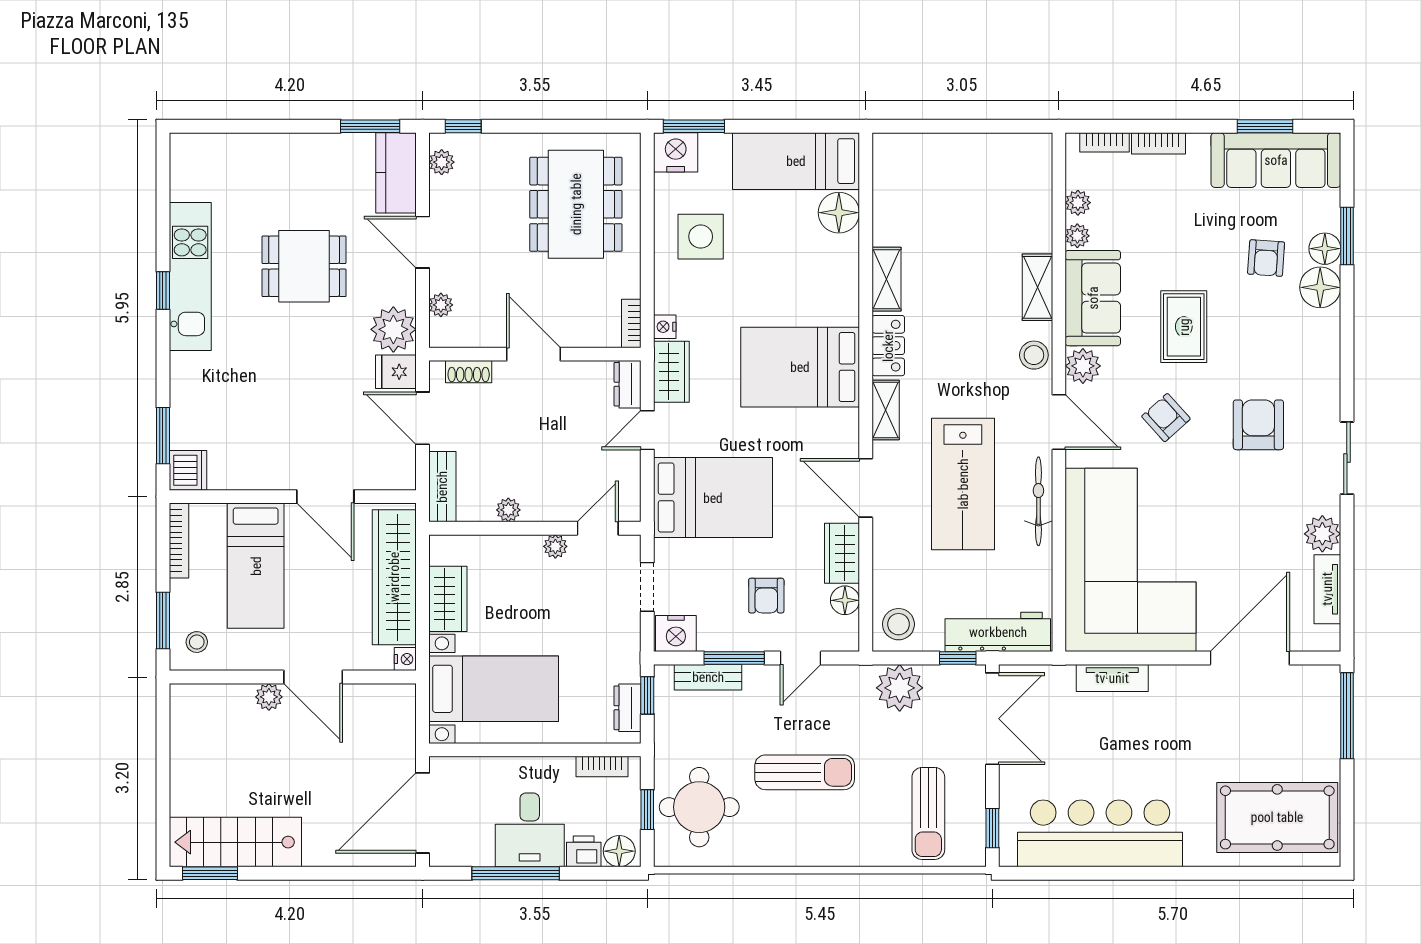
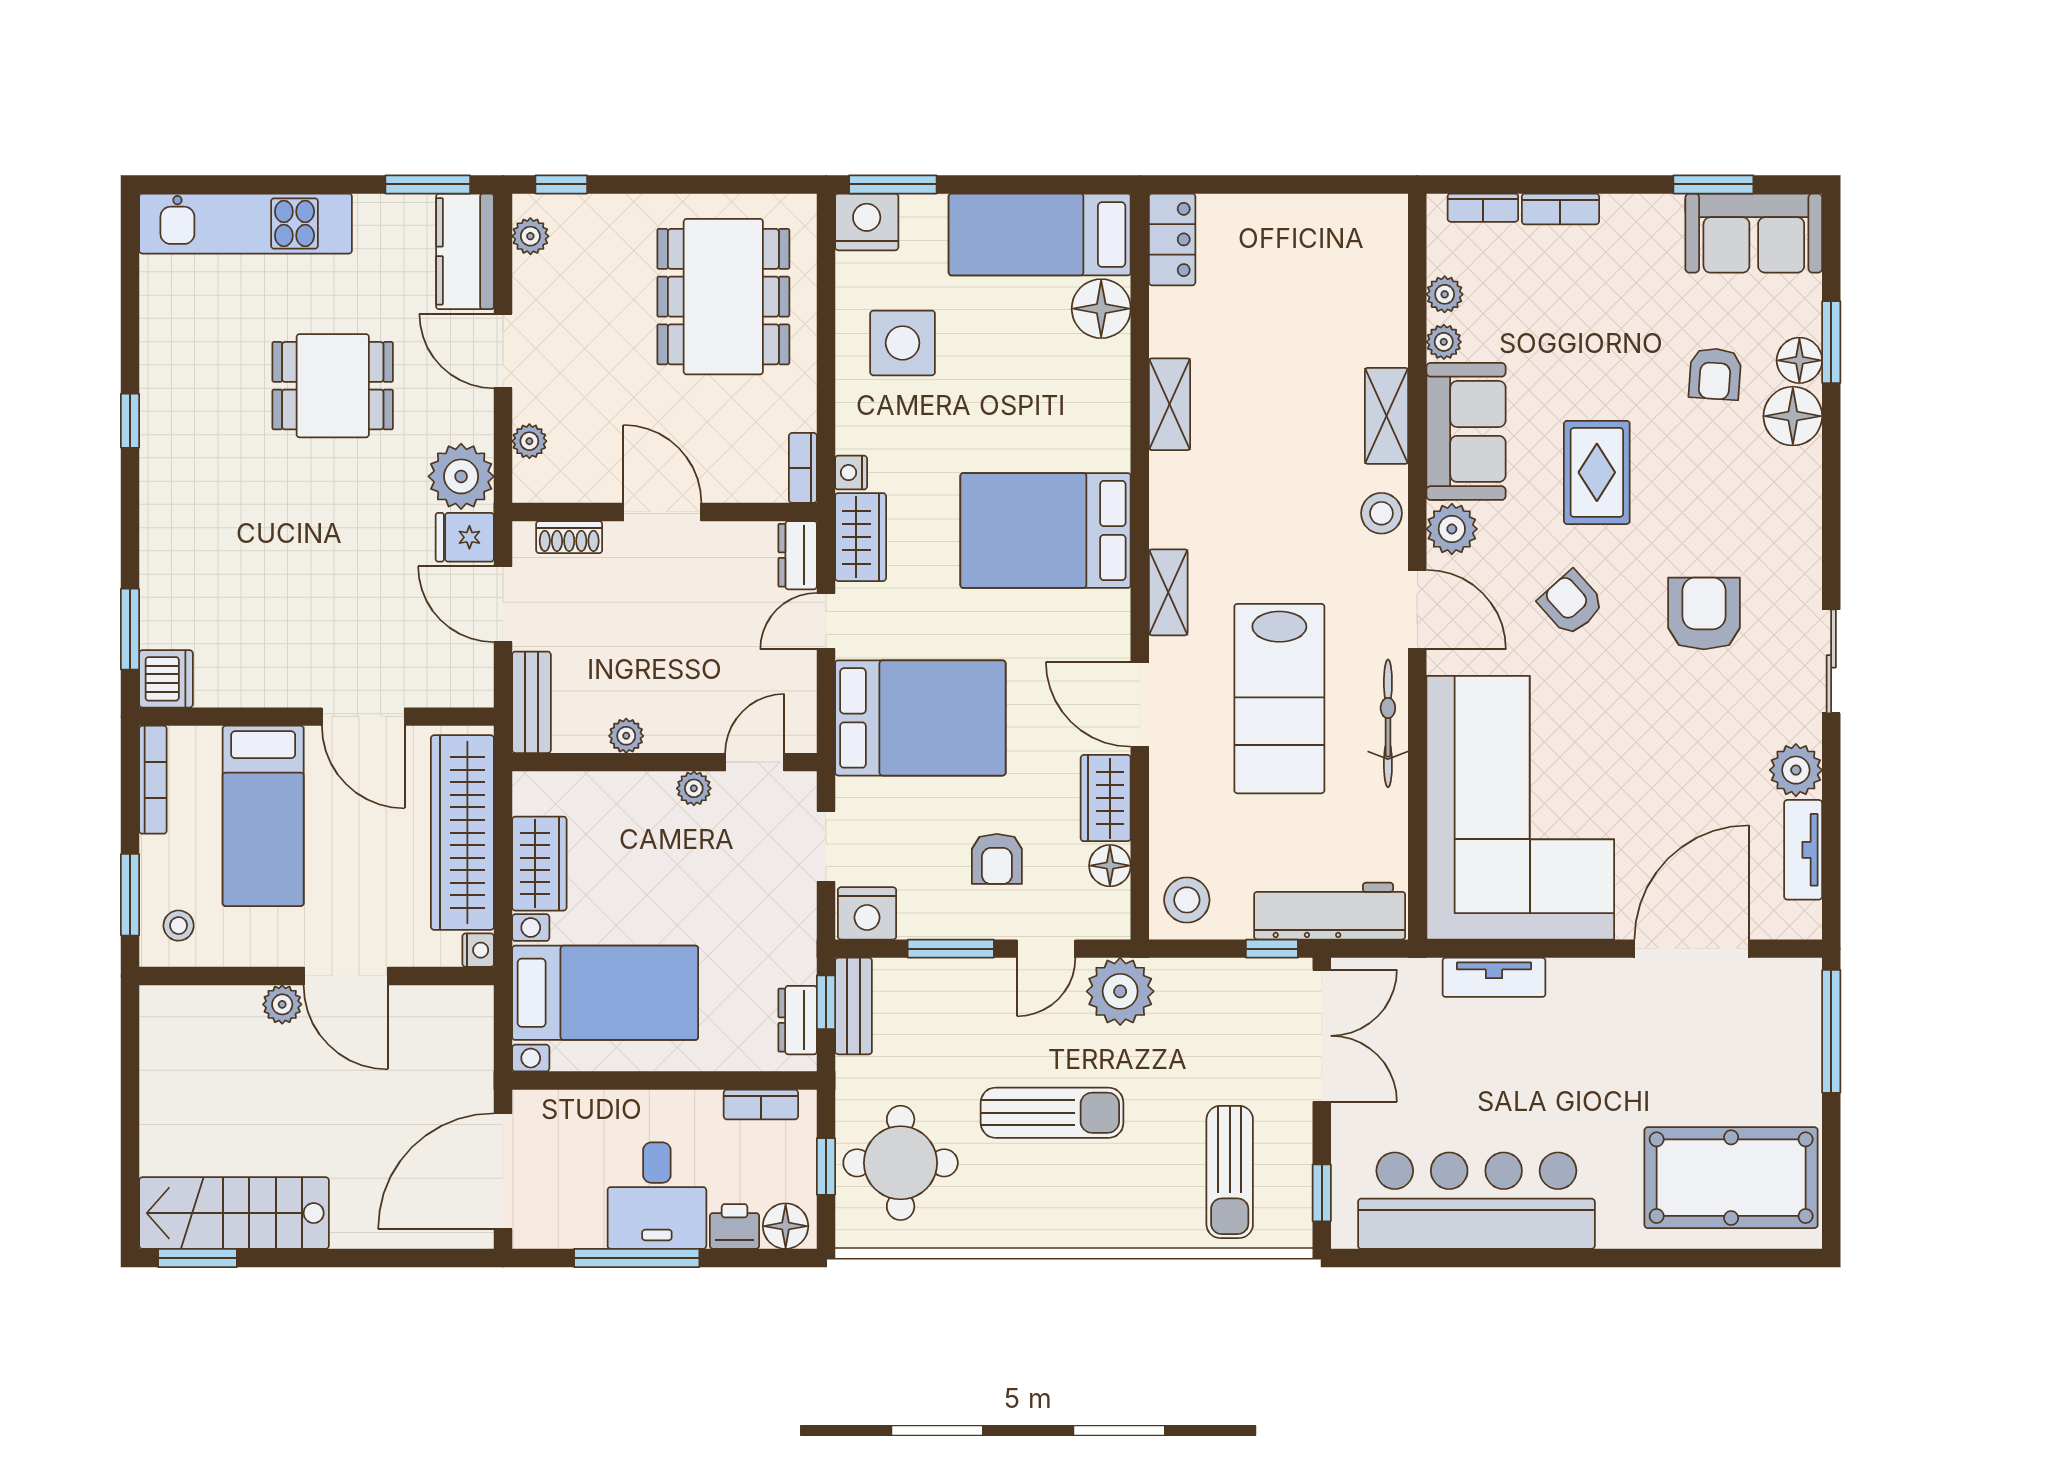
sofa: (1276, 160) -> (1754, 233), width x0.73
kitchen unit: (190, 276) -> (246, 224), moved, turned 90
locker: (888, 346) -> (1172, 239), moved
bench: (708, 677) -> (853, 1006), moved, turned 90
plant: (900, 688) -> (1120, 991), moved

